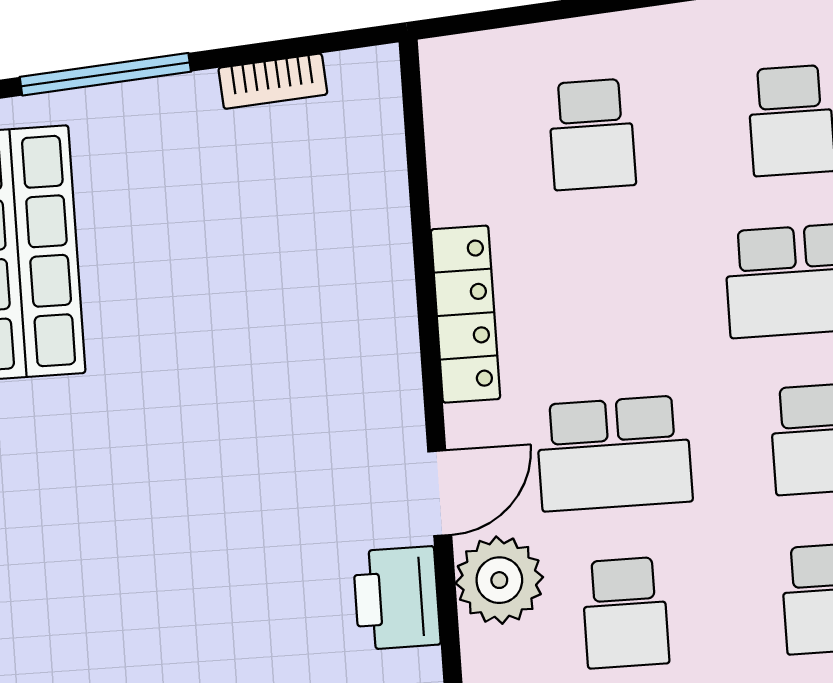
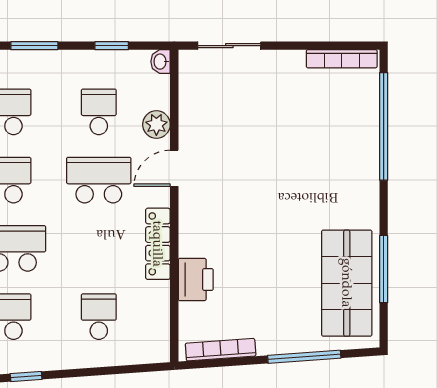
bookcase: (273, 81) -> (221, 350), width x1.56
plant: (499, 580) -> (156, 125), width x0.73, depth x0.73
printer: (397, 598) -> (196, 279), moved

